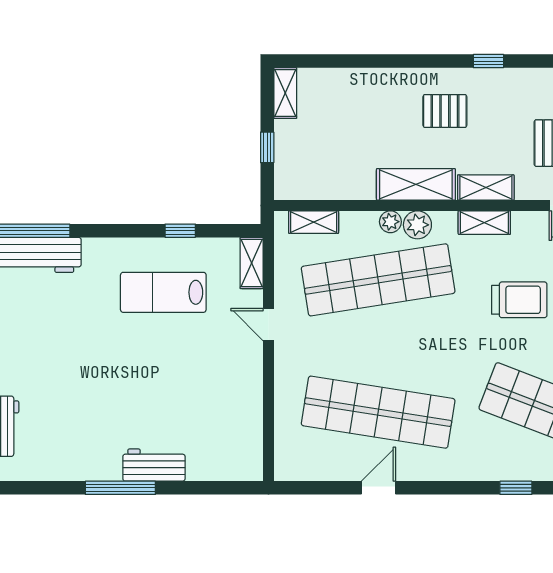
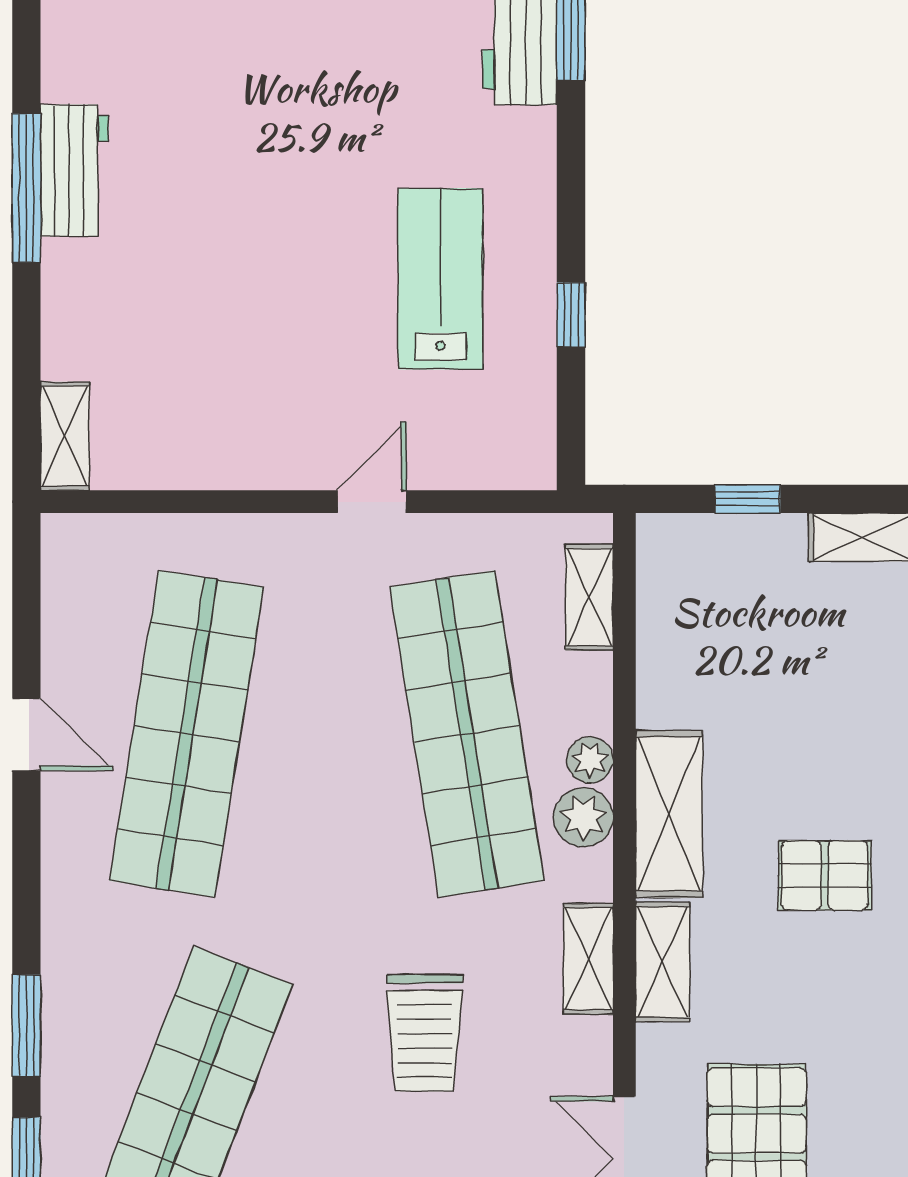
pallet: (445, 111) -> (825, 875), turned 90
shelving: (252, 263) -> (65, 436), moved, turned 90
workbench: (154, 465) -> (75, 170), moved
window: (516, 488) -> (26, 1026), width x1.50

